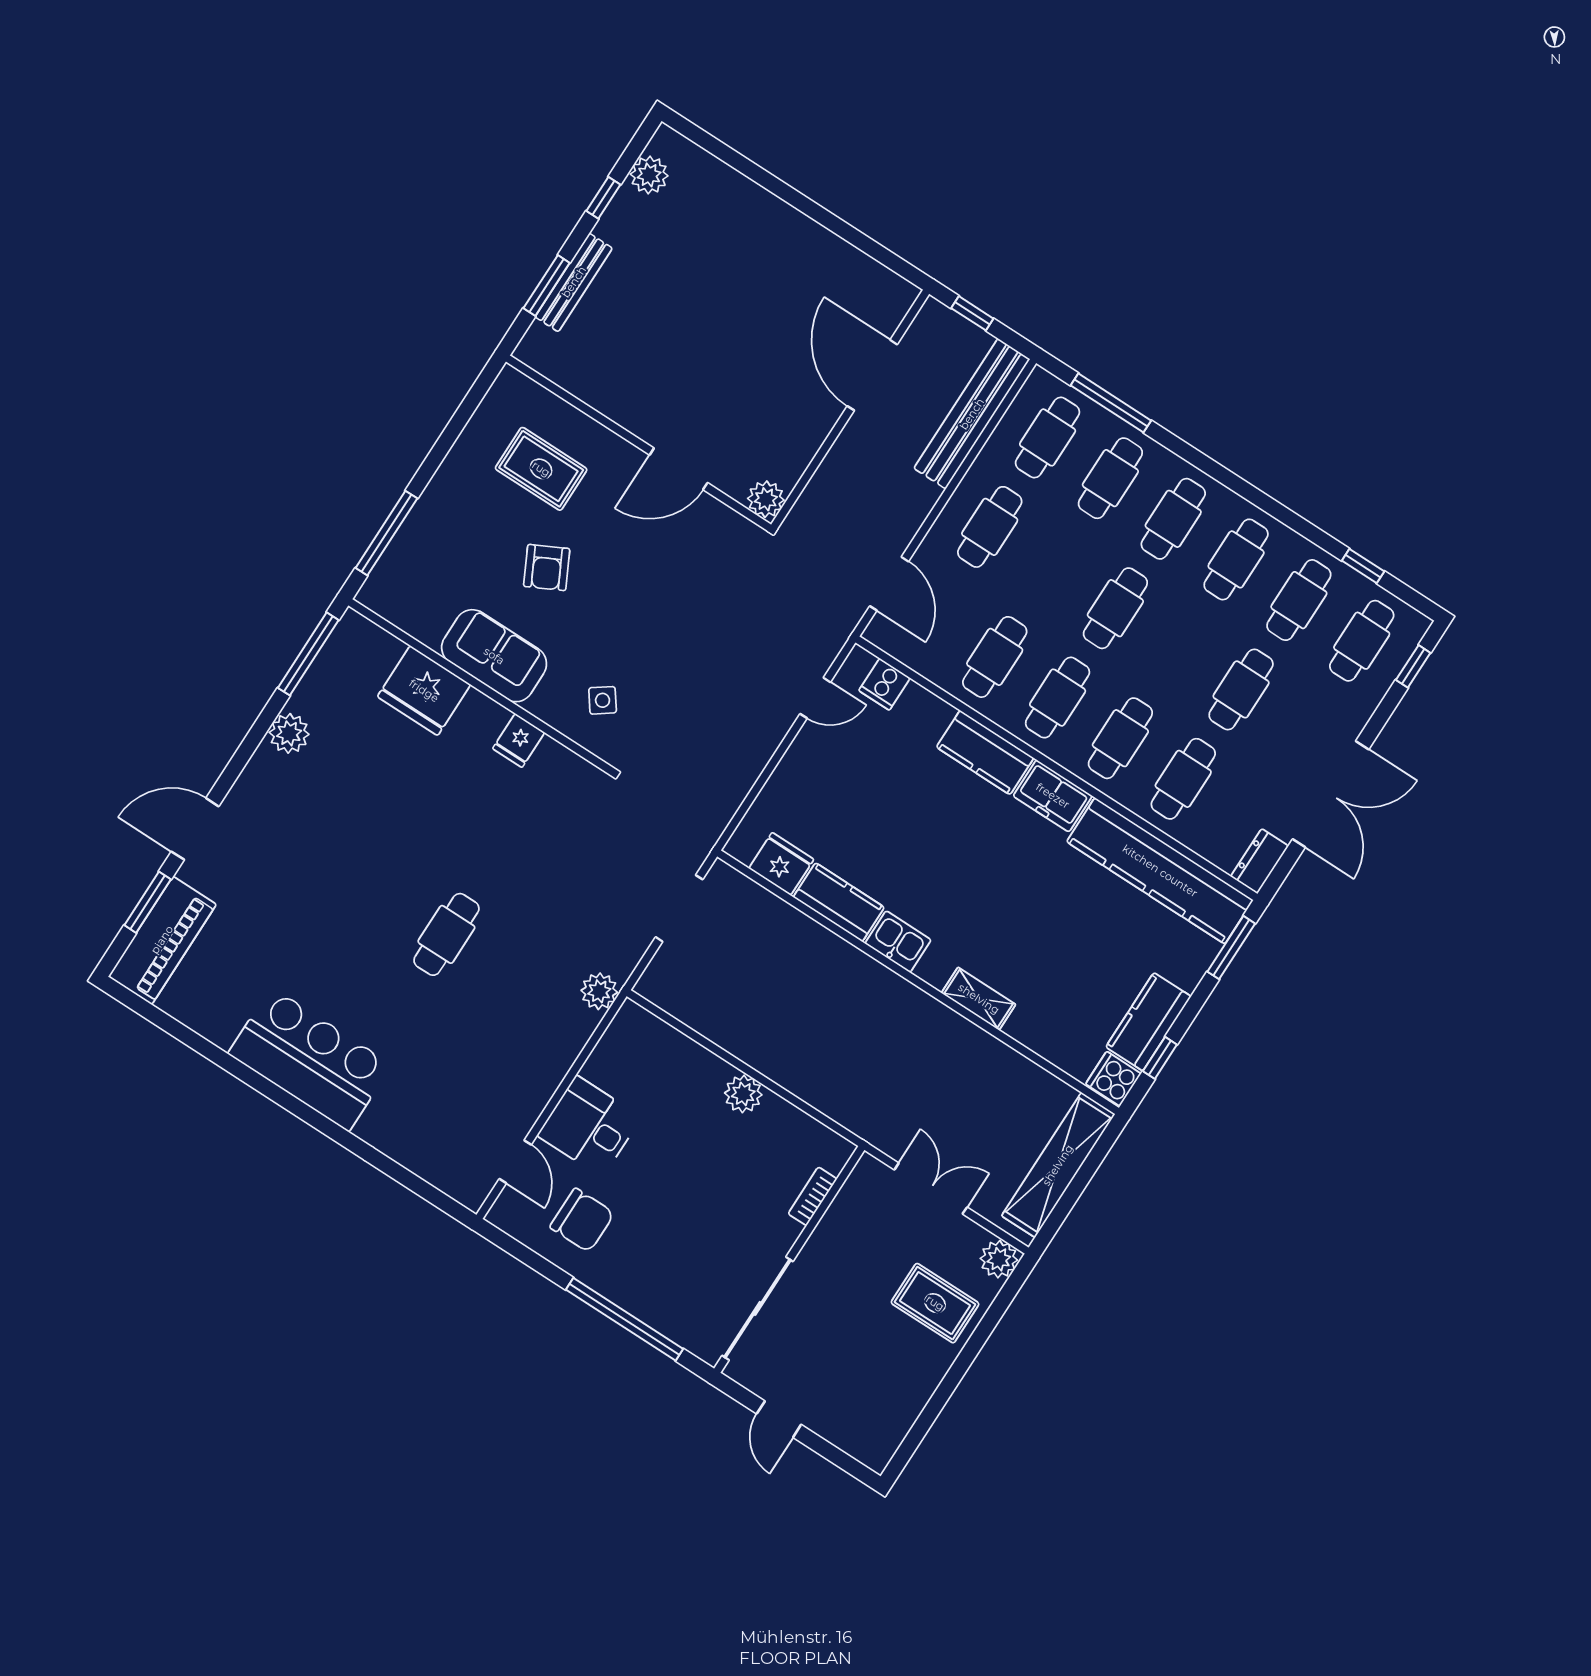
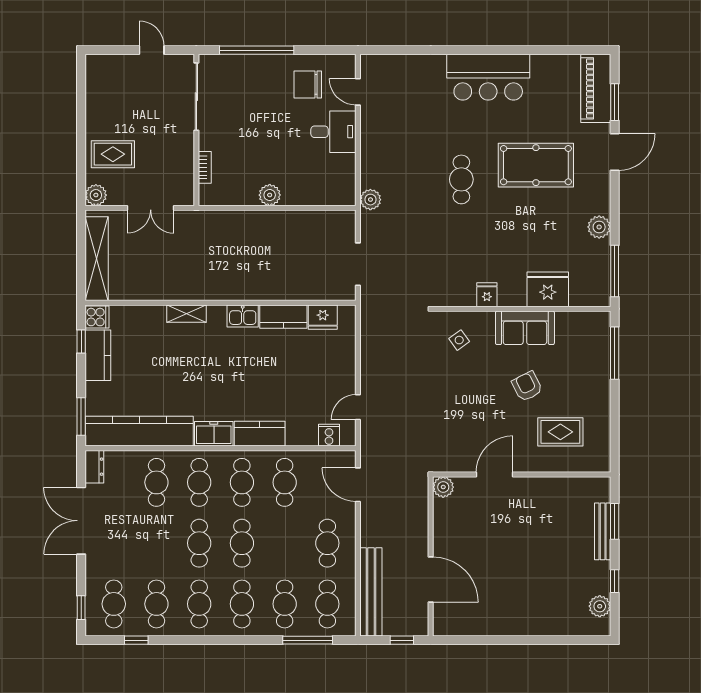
cafe table: (1241, 689) -> (199, 543), moved
pool table: (323, 885) -> (536, 165), added

